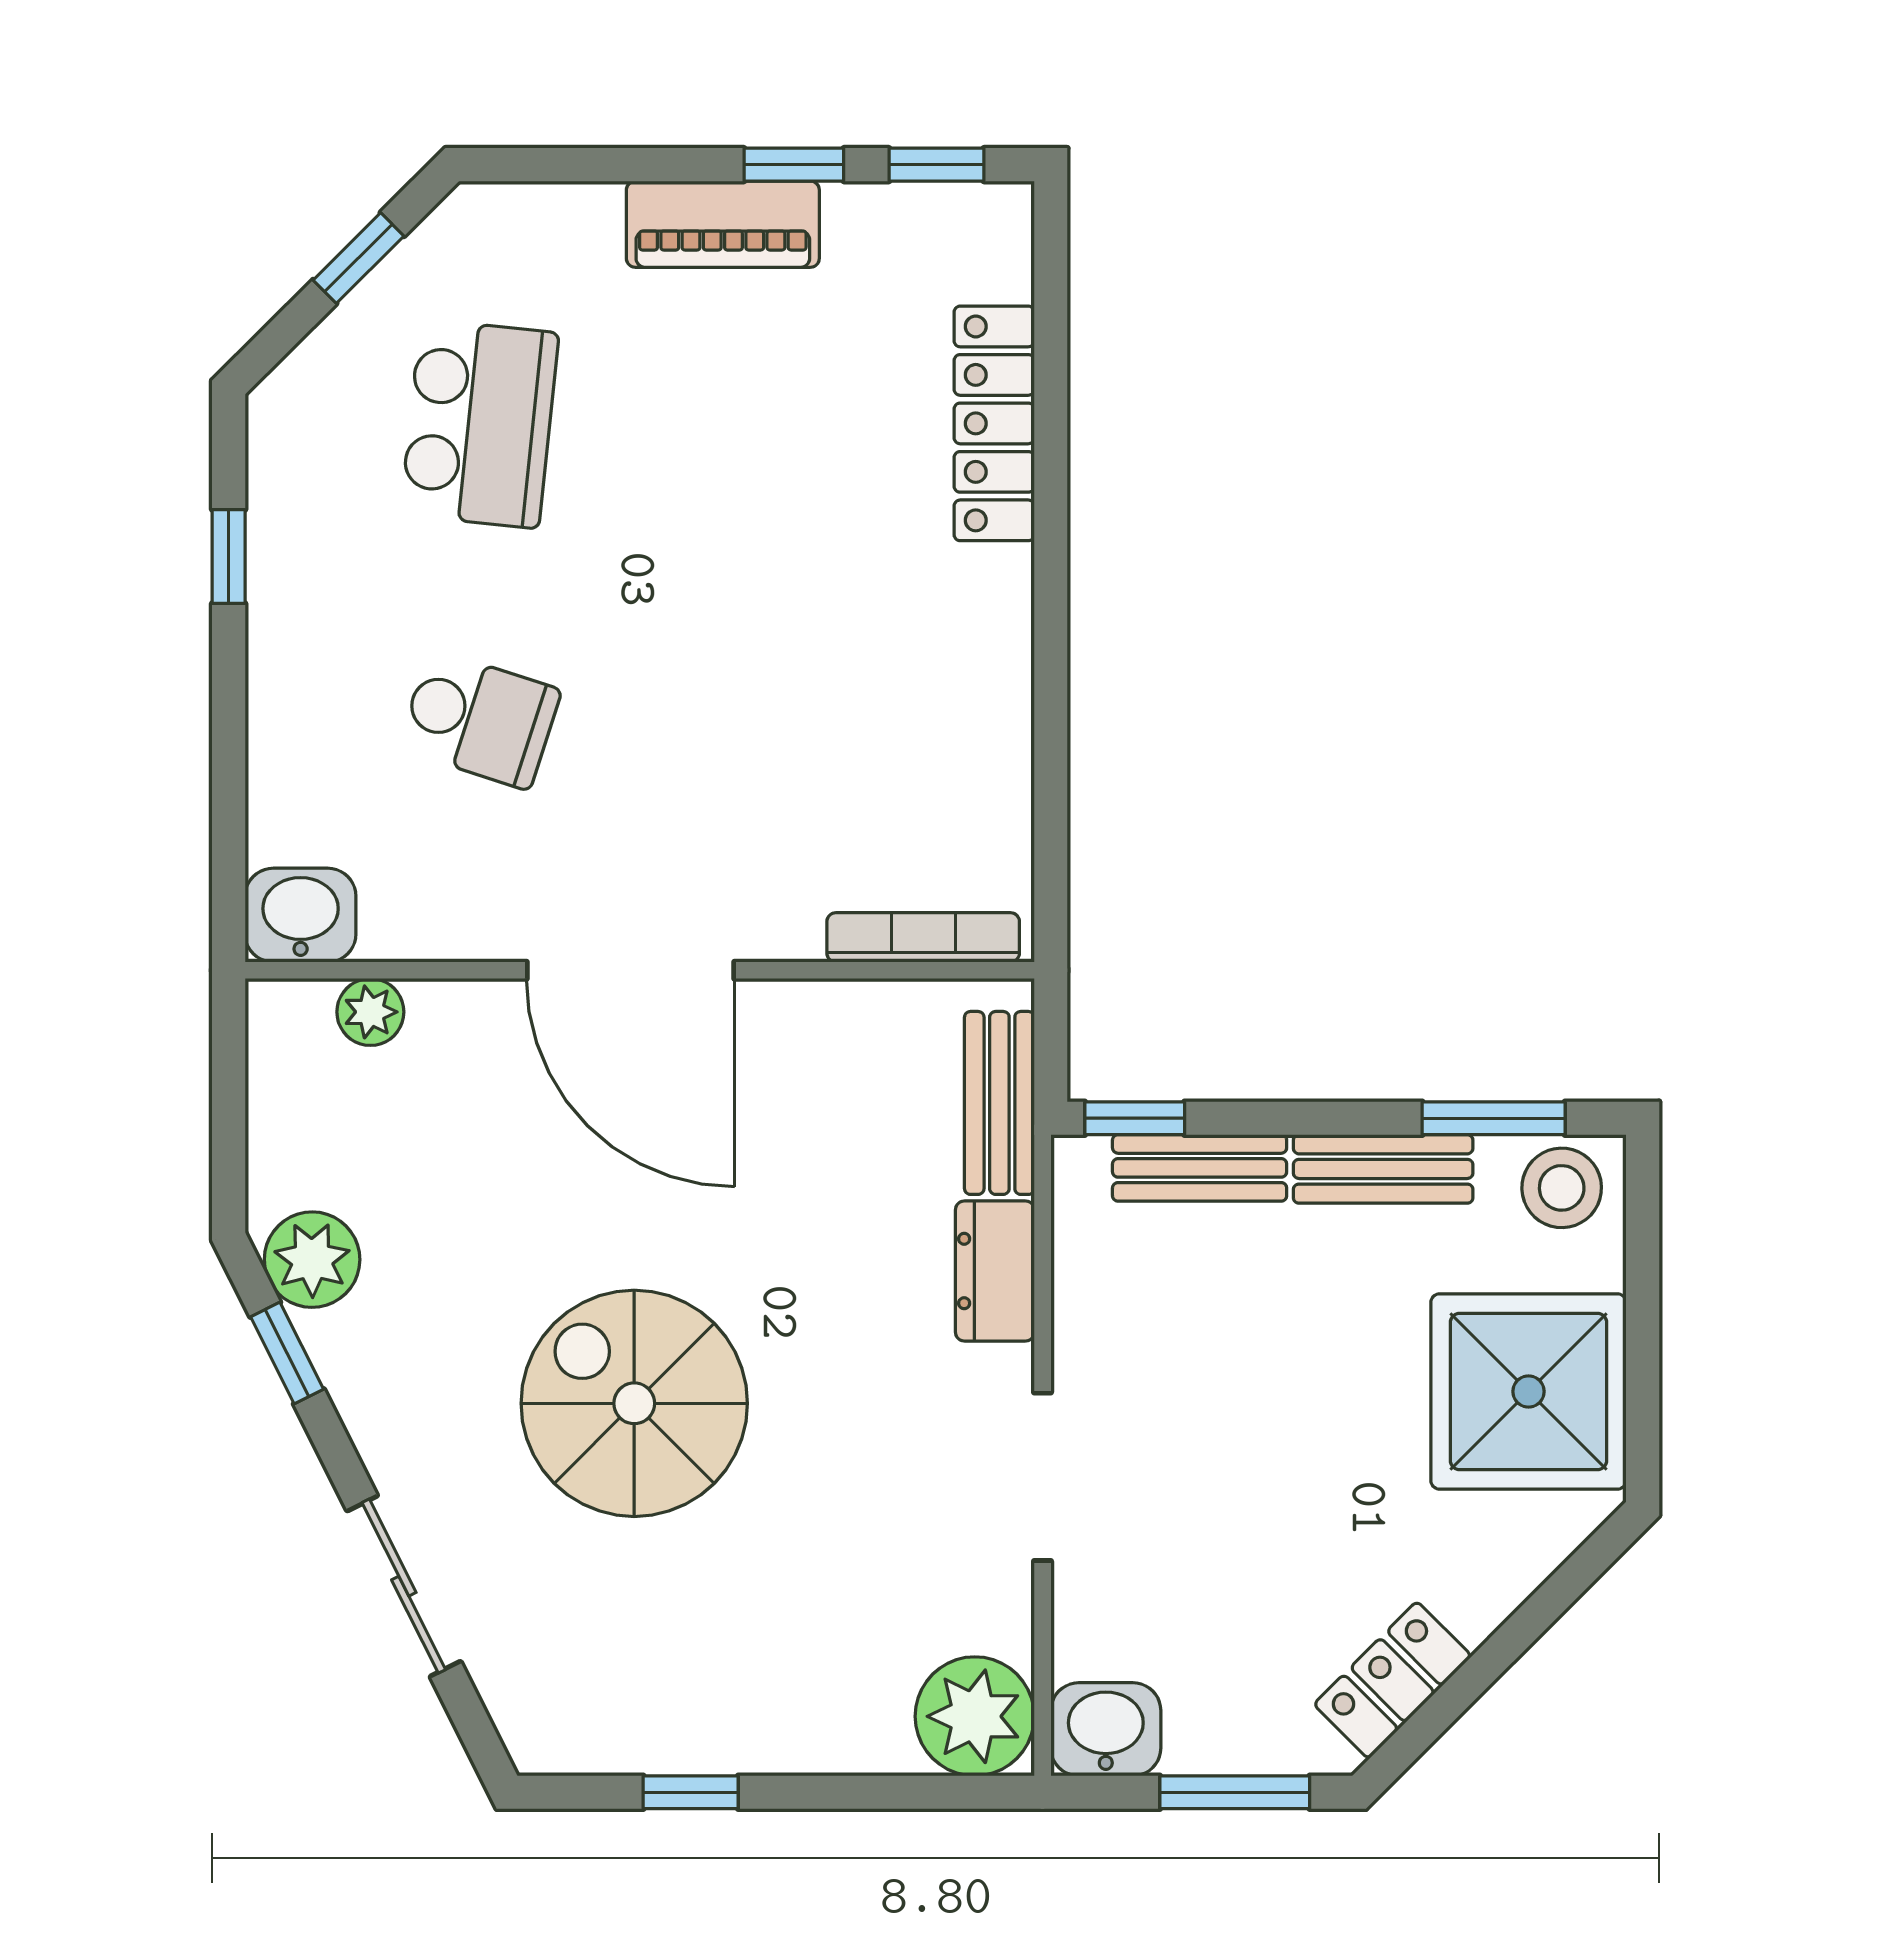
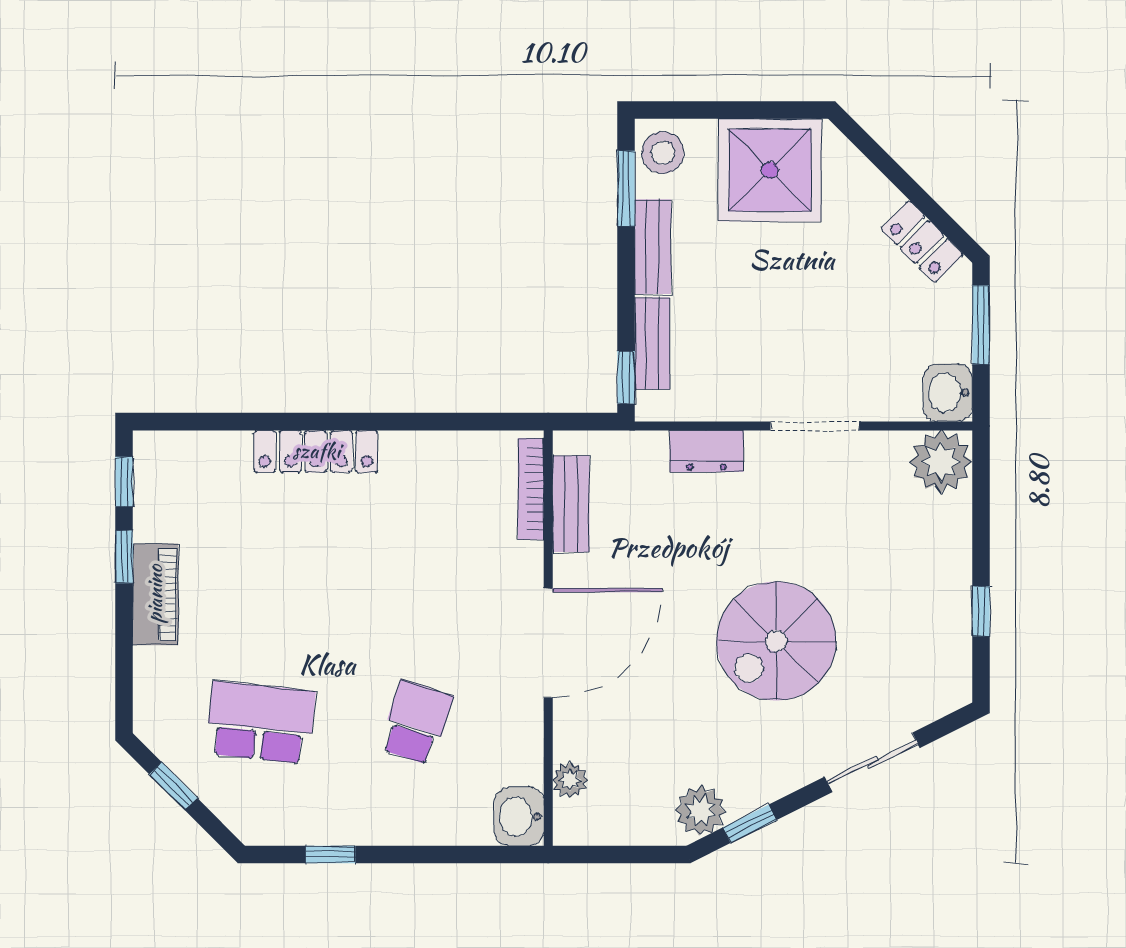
locker: (994, 423) -> (316, 451), moved
bench: (999, 1103) -> (571, 504), moved, turned 90

